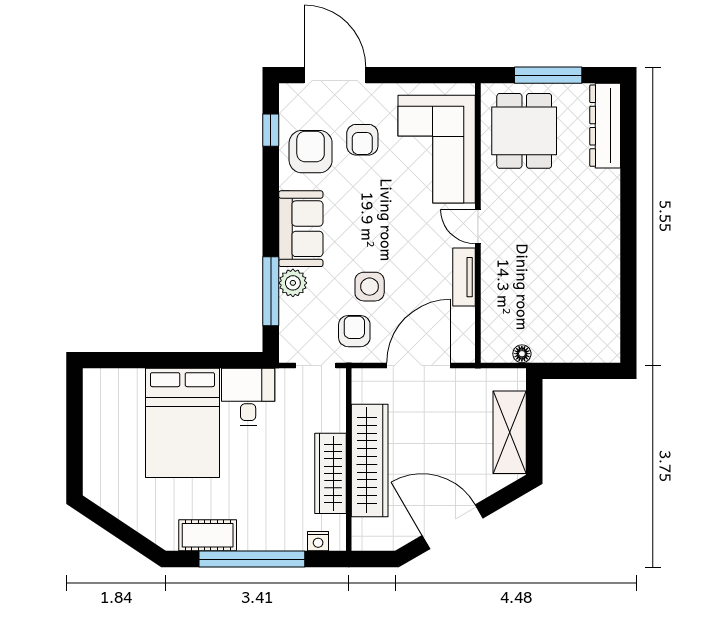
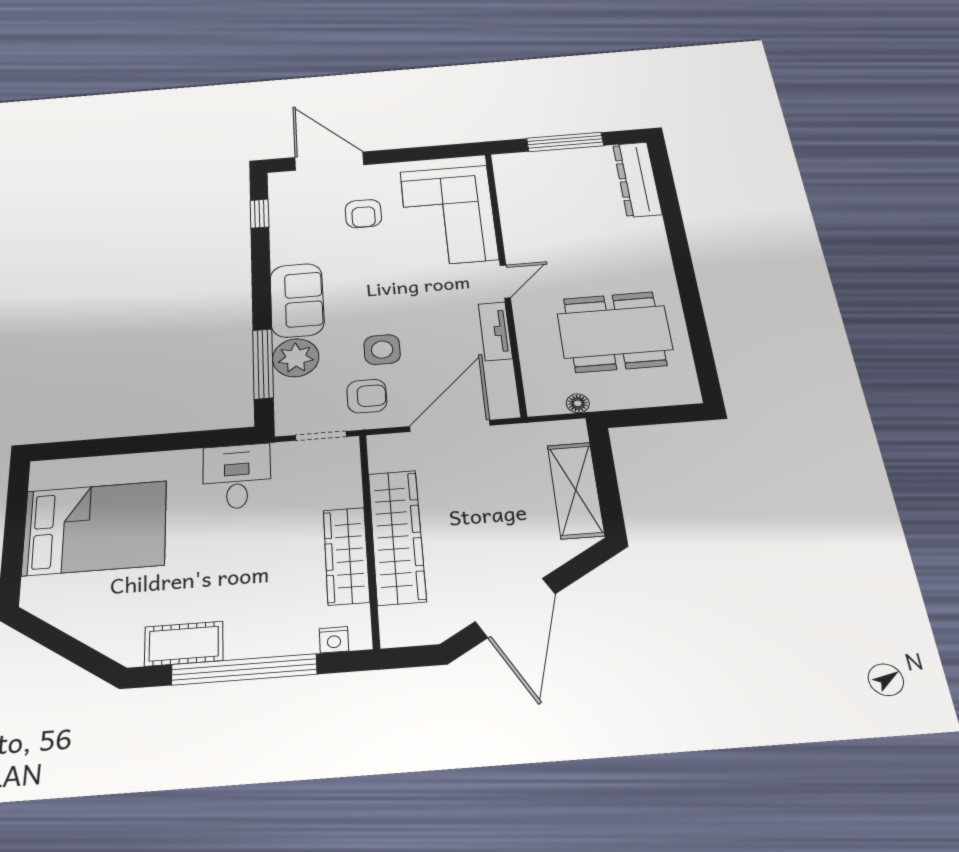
dining table: (524, 131) -> (615, 332), moved, width x1.38
armchair: (311, 152) -> (305, 229), removed
door: (478, 227) -> (505, 281), swing flipped
plant: (293, 283) -> (296, 358), width x1.36, depth x1.36
armchair: (354, 331) -> (367, 396), turned 90
bed: (182, 423) -> (95, 528), moved, turned -90
door: (453, 527) -> (515, 608), swing flipped

